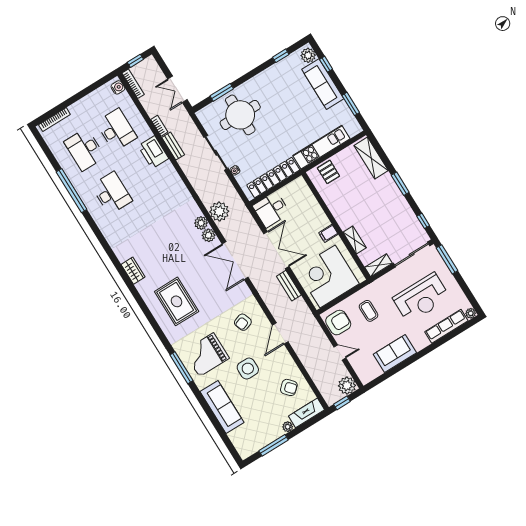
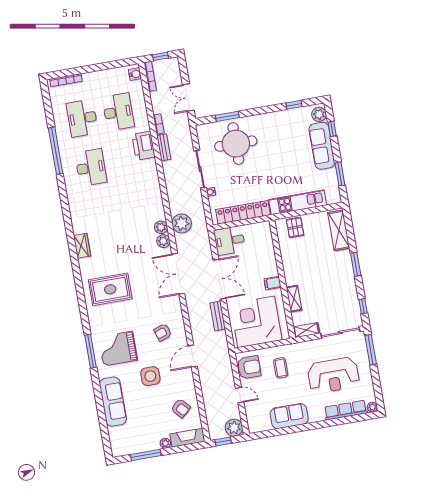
rug: (177, 301) -> (110, 289), turned 90

